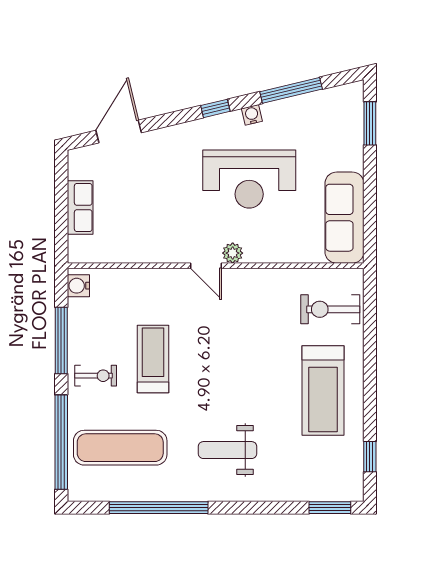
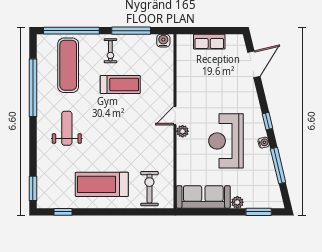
door: (119, 132) -> (254, 64), hinge flipped
plant: (354, 160) -> (237, 202), added

